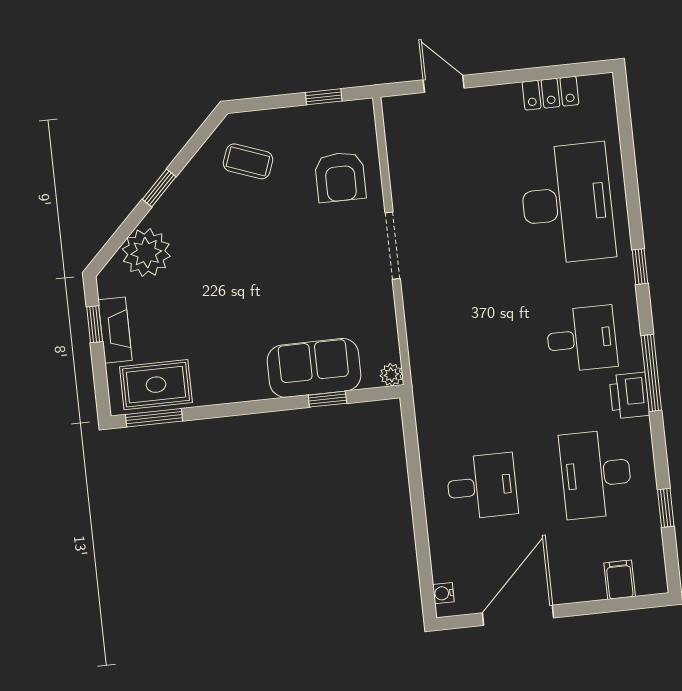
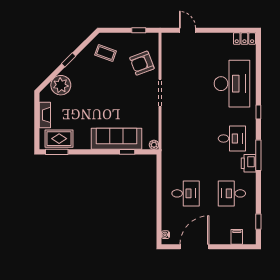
locker: (550, 93) -> (244, 39), moved
armchair: (340, 177) -> (142, 63), turned 69
window: (95, 324) -> (37, 112), removed
sofa: (314, 368) -> (117, 139), width x1.36
desk: (596, 474) -> (232, 193), width x0.73
window: (666, 508) -> (258, 222), moved

